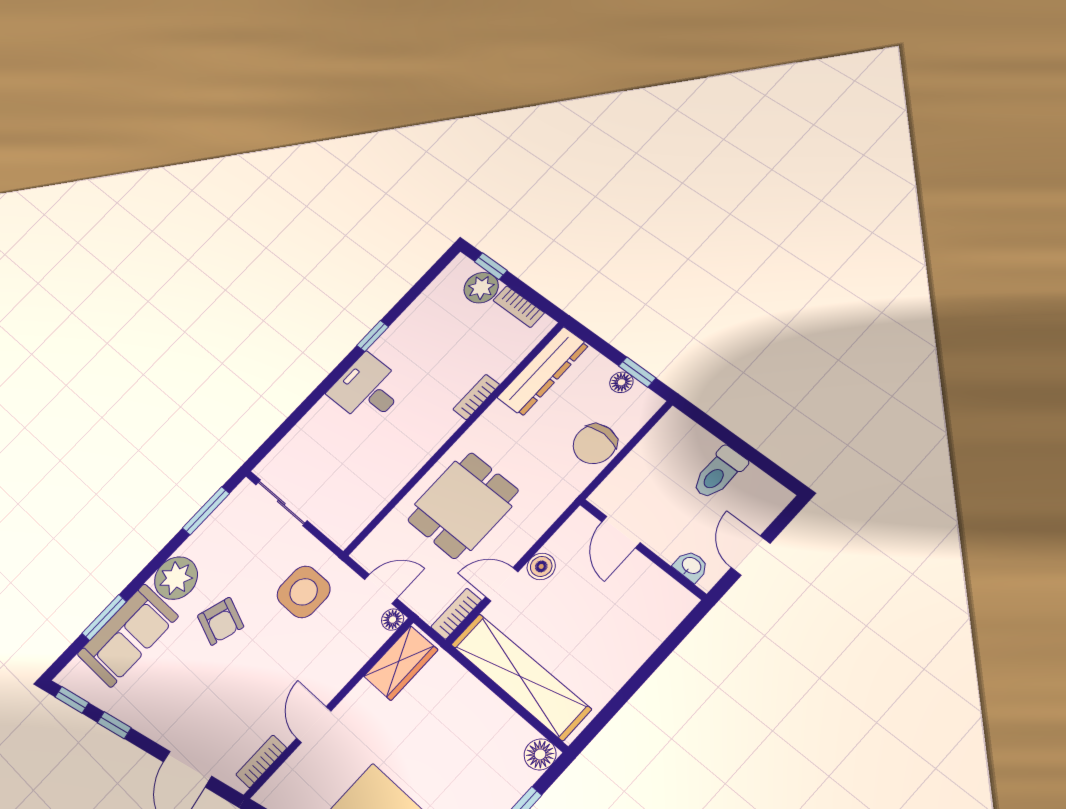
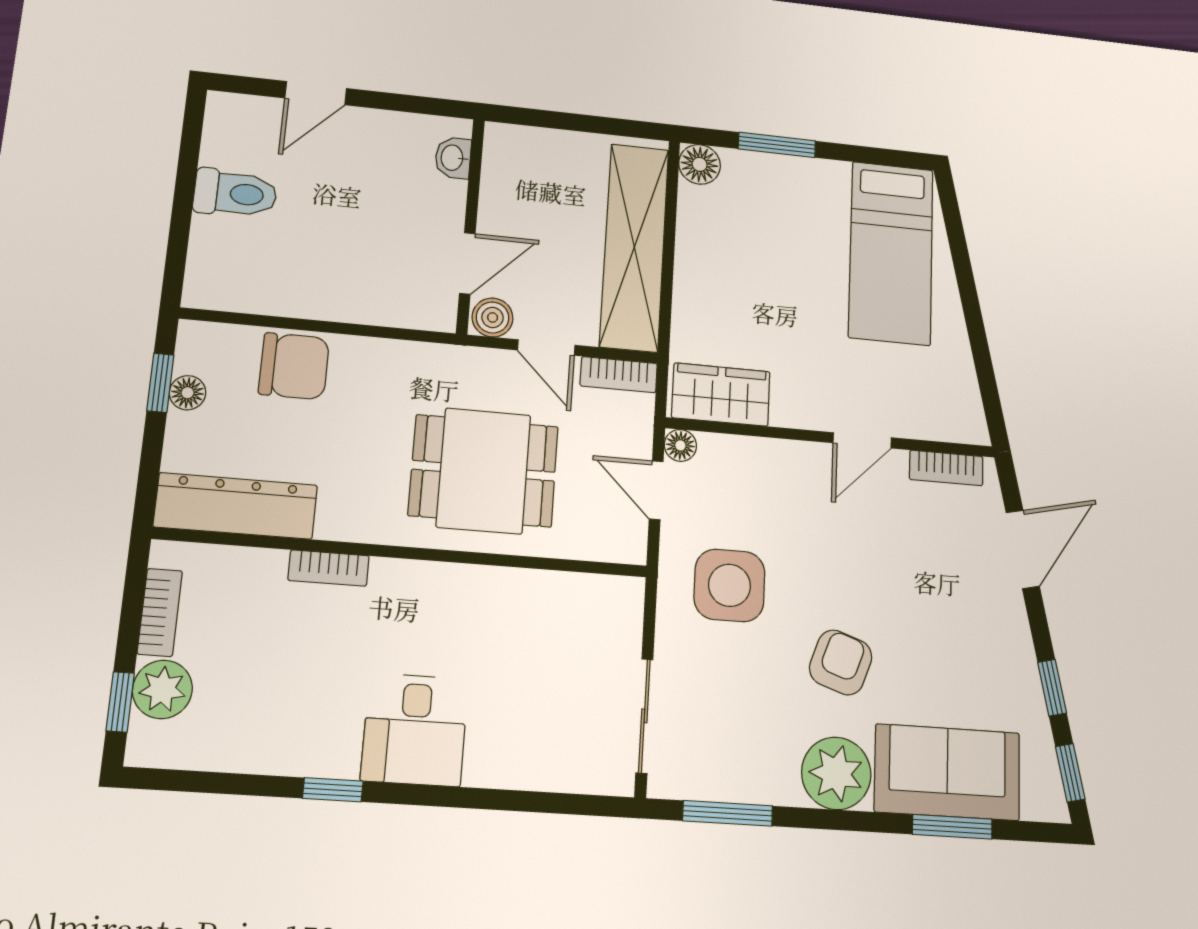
door: (621, 532) -> (467, 263), moved
wall: (642, 549) -> (470, 225), moved
washbasin: (691, 566) -> (453, 158), moved

